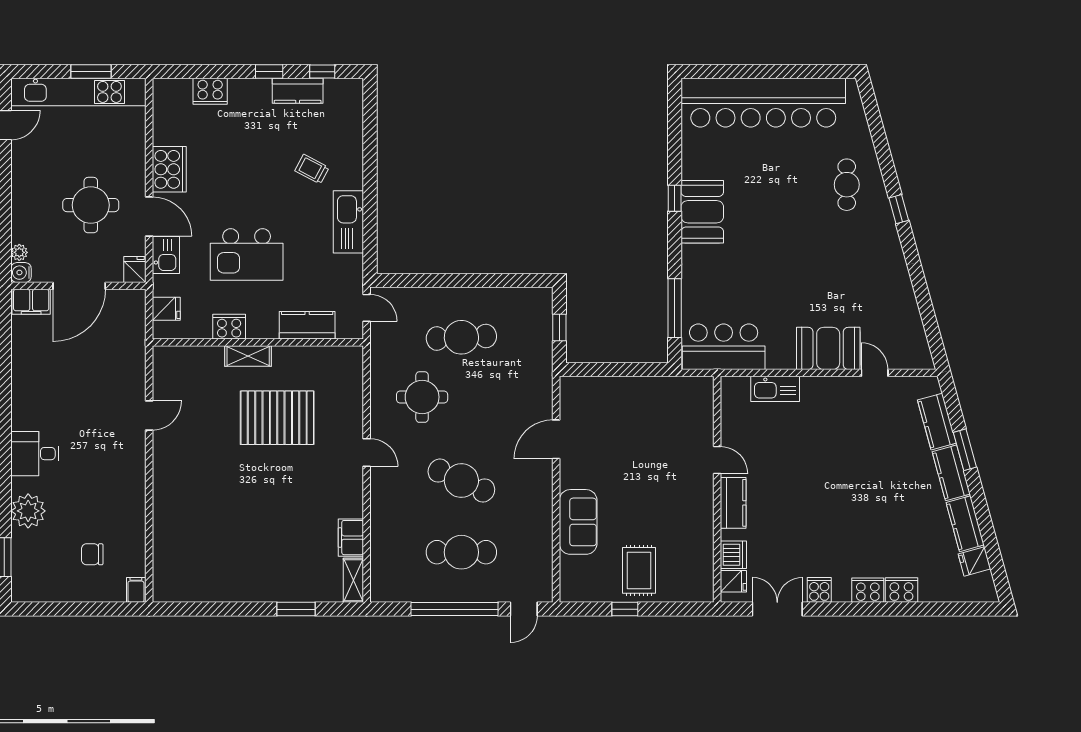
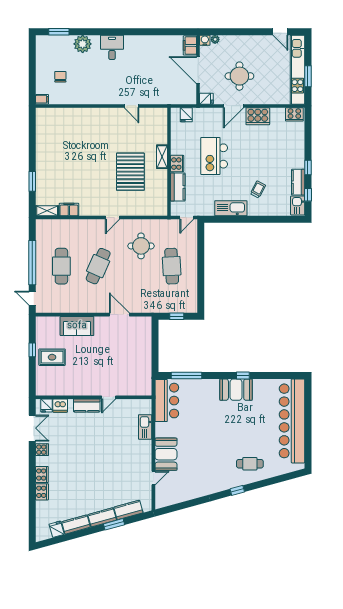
cooker: (210, 91) -> (294, 114), moved, turned -90
kitchen sink: (166, 255) -> (298, 205), moved, turned 90
cooker: (229, 327) -> (177, 164), moved

